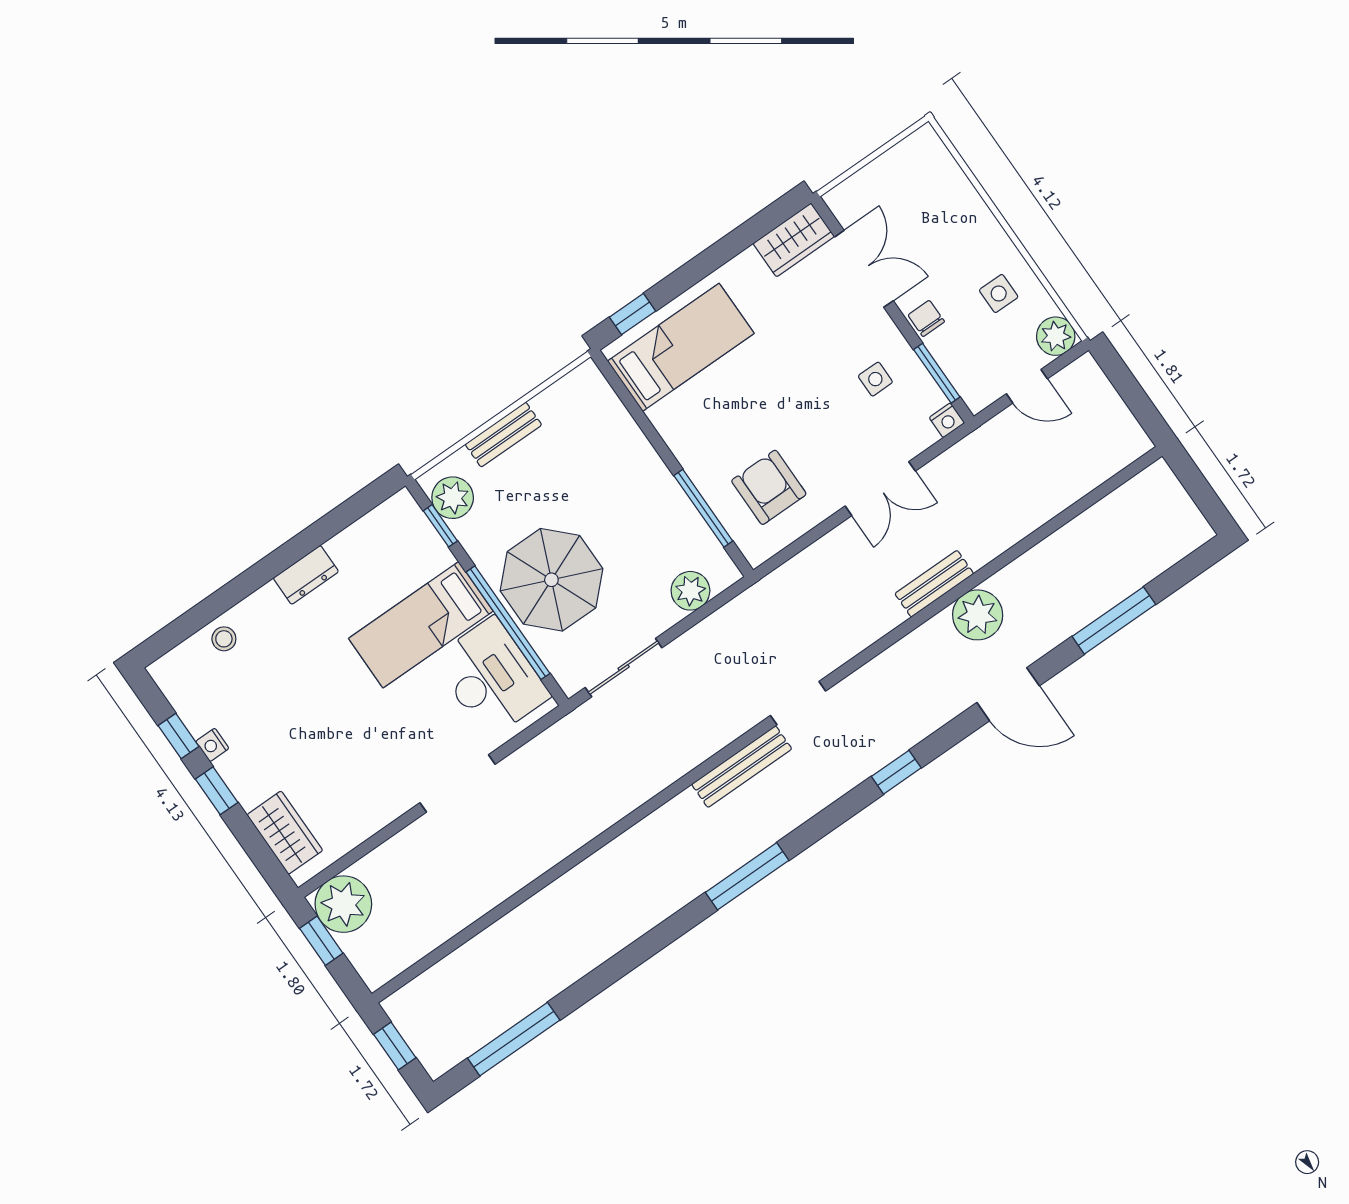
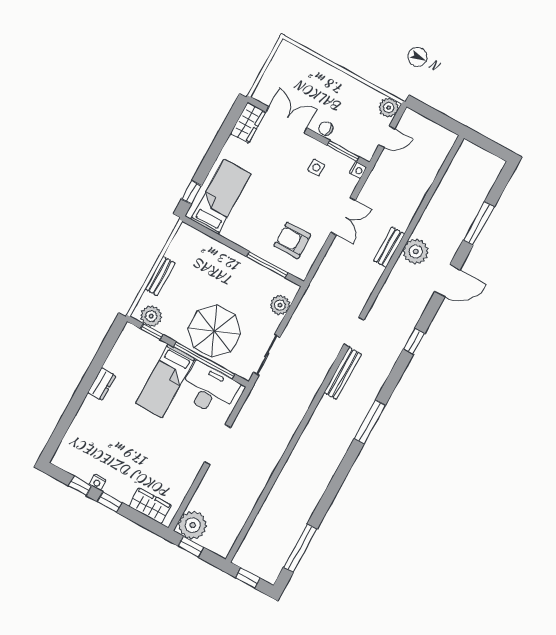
side table: (999, 294) -> (353, 101), removed
stool: (224, 639) -> (79, 431), removed

